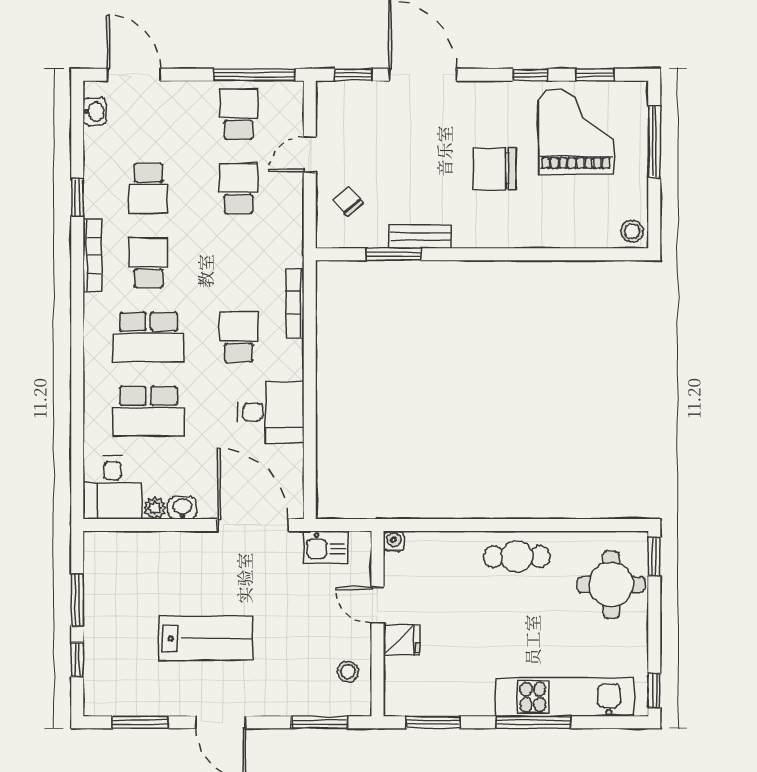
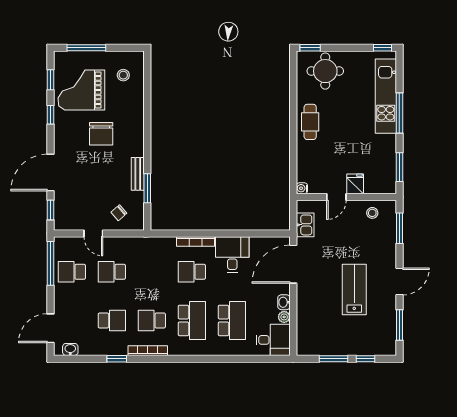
stool: (632, 231) -> (123, 75), moved
bookcase: (295, 303) -> (196, 241), moved

